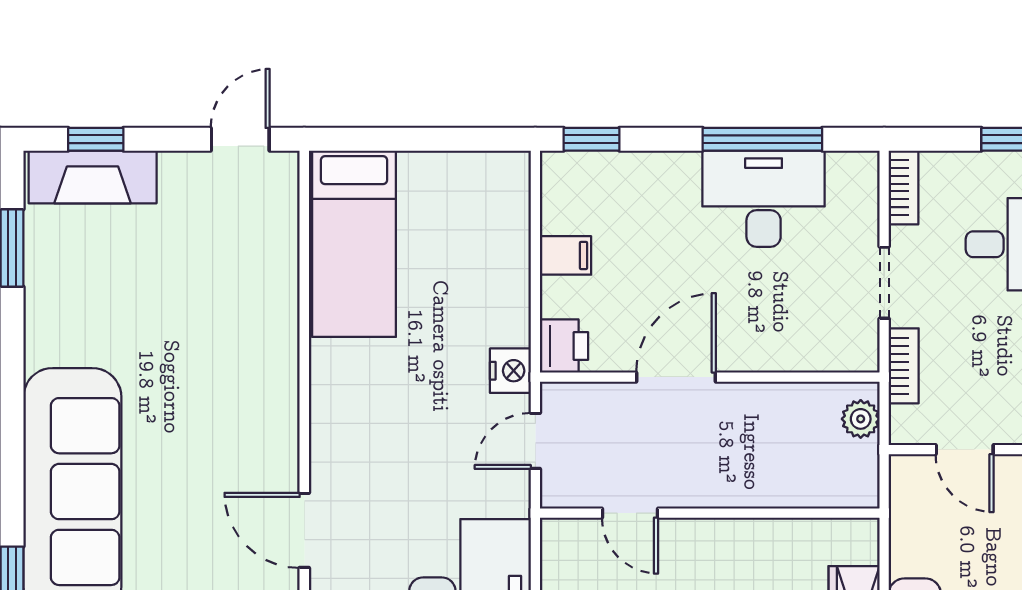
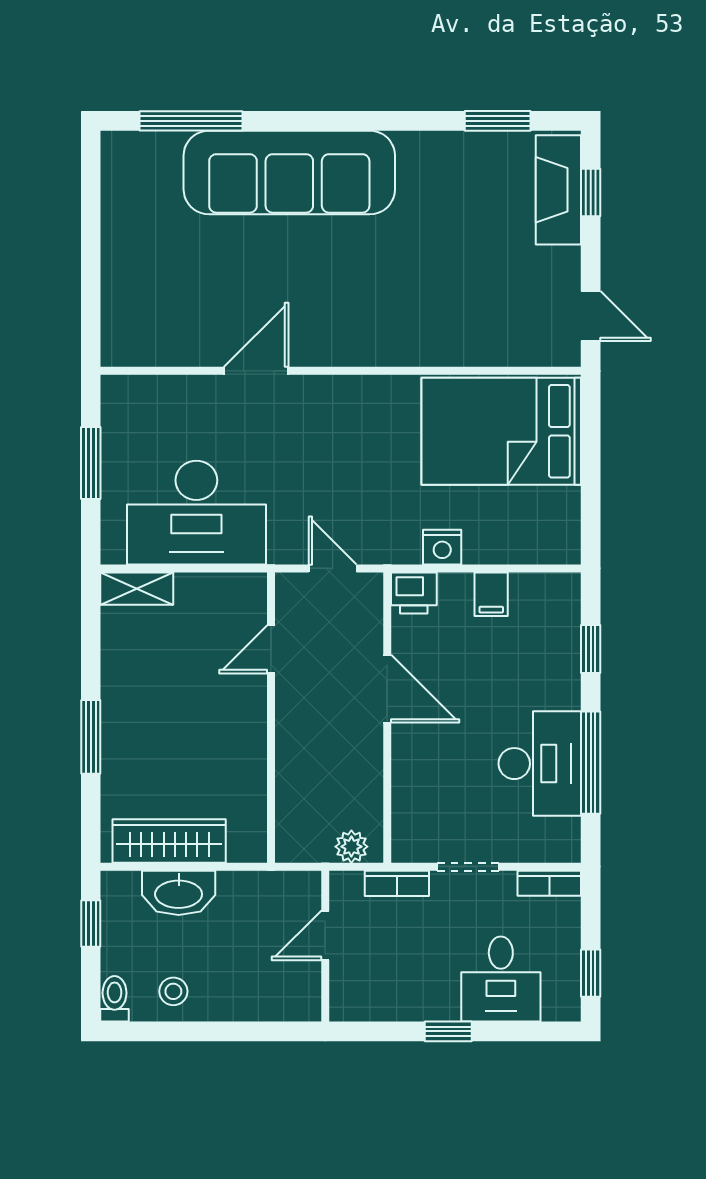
window: (592, 139) -> (591, 649), moved
bed: (354, 244) -> (501, 431), width x1.50
nightstand: (510, 371) -> (442, 547), moved

